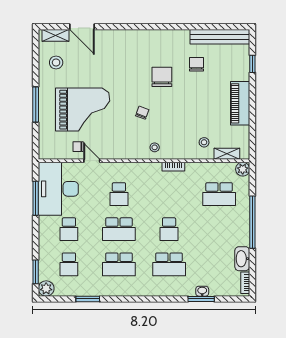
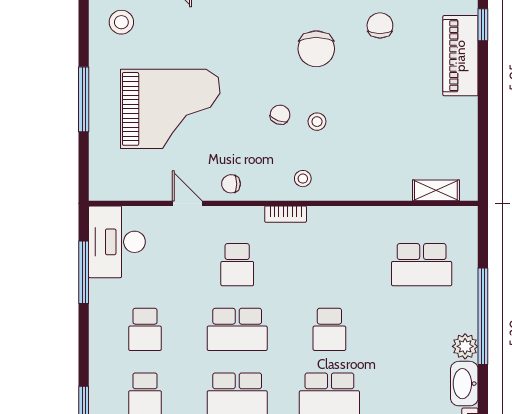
chair: (162, 77) -> (316, 49), turned 180
piano: (240, 103) -> (460, 56), moved
stool: (204, 142) -> (317, 122), moved
chair: (78, 147) -> (231, 184), moved
bookcase: (173, 167) -> (286, 214), moved
plant: (243, 169) -> (465, 346), moved
desk: (58, 189) -> (117, 242), width x0.73, depth x0.77

